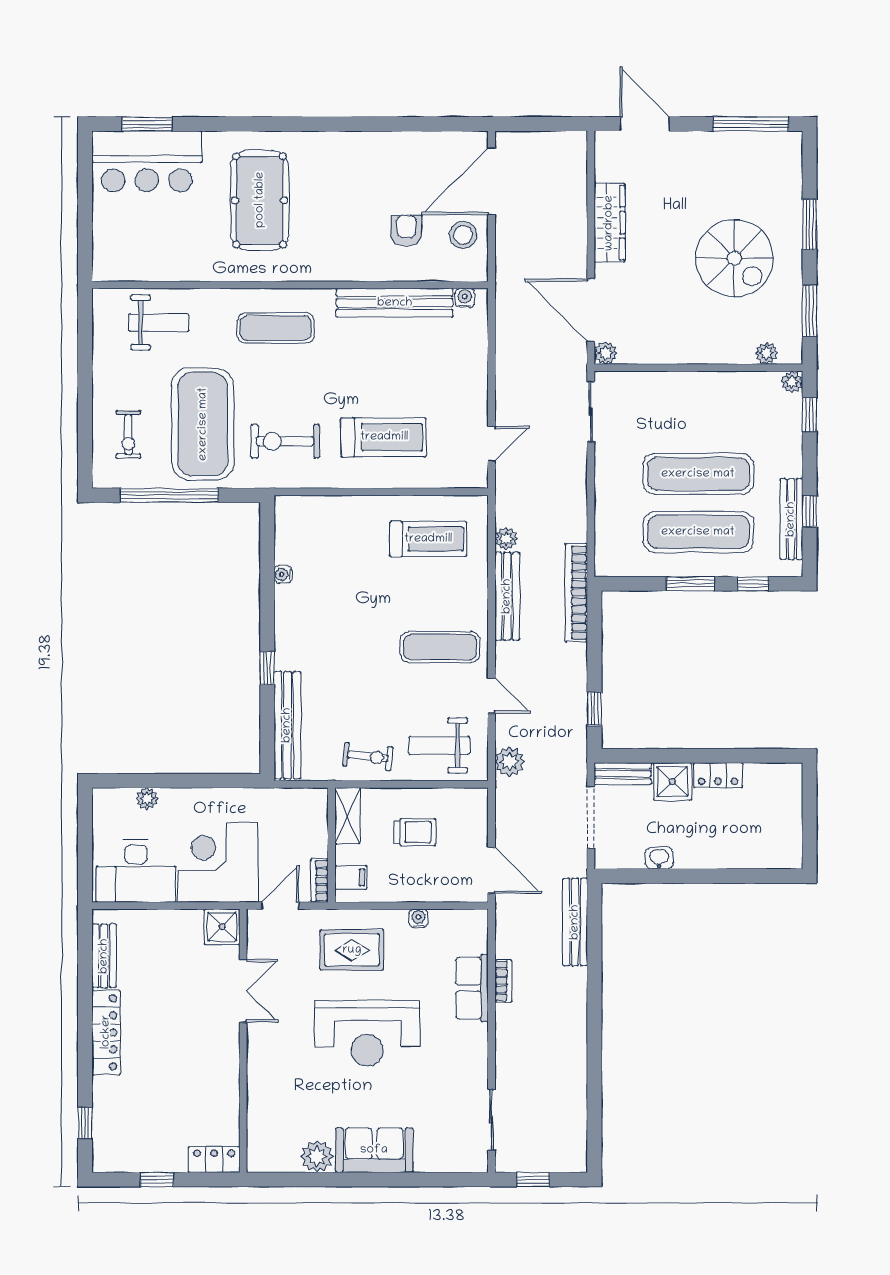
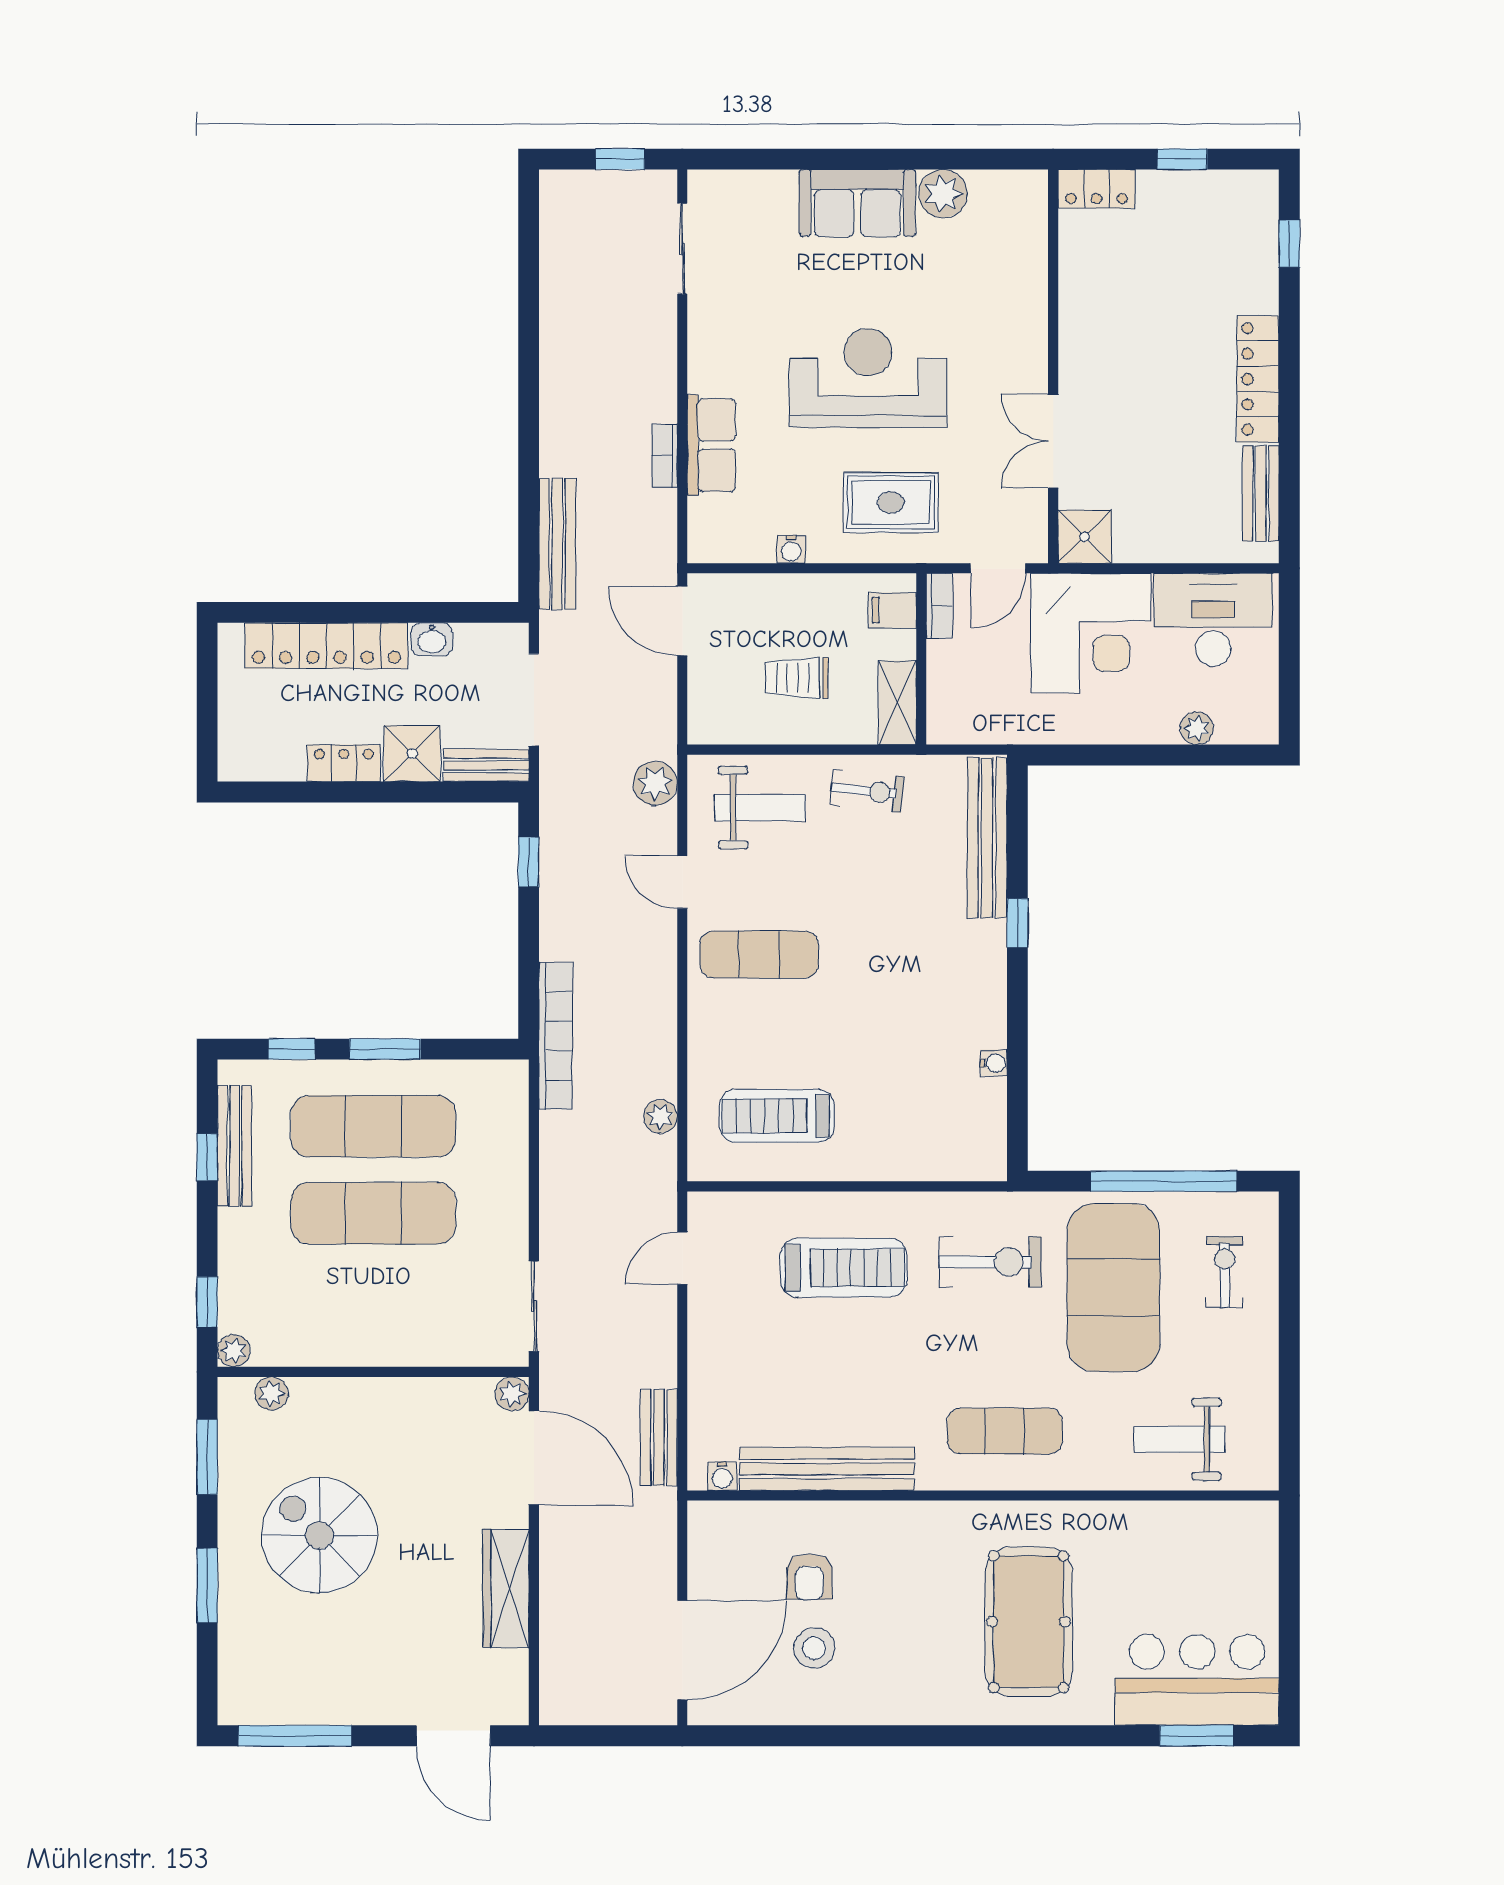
stool: (463, 235) -> (814, 1648), moved
treadmill: (384, 437) -> (844, 1268), turned 180
bench: (507, 596) -> (659, 1437), moved, width x0.73
exercise bike: (368, 757) -> (867, 791), turned 180
locker: (730, 854) -> (326, 646), added

